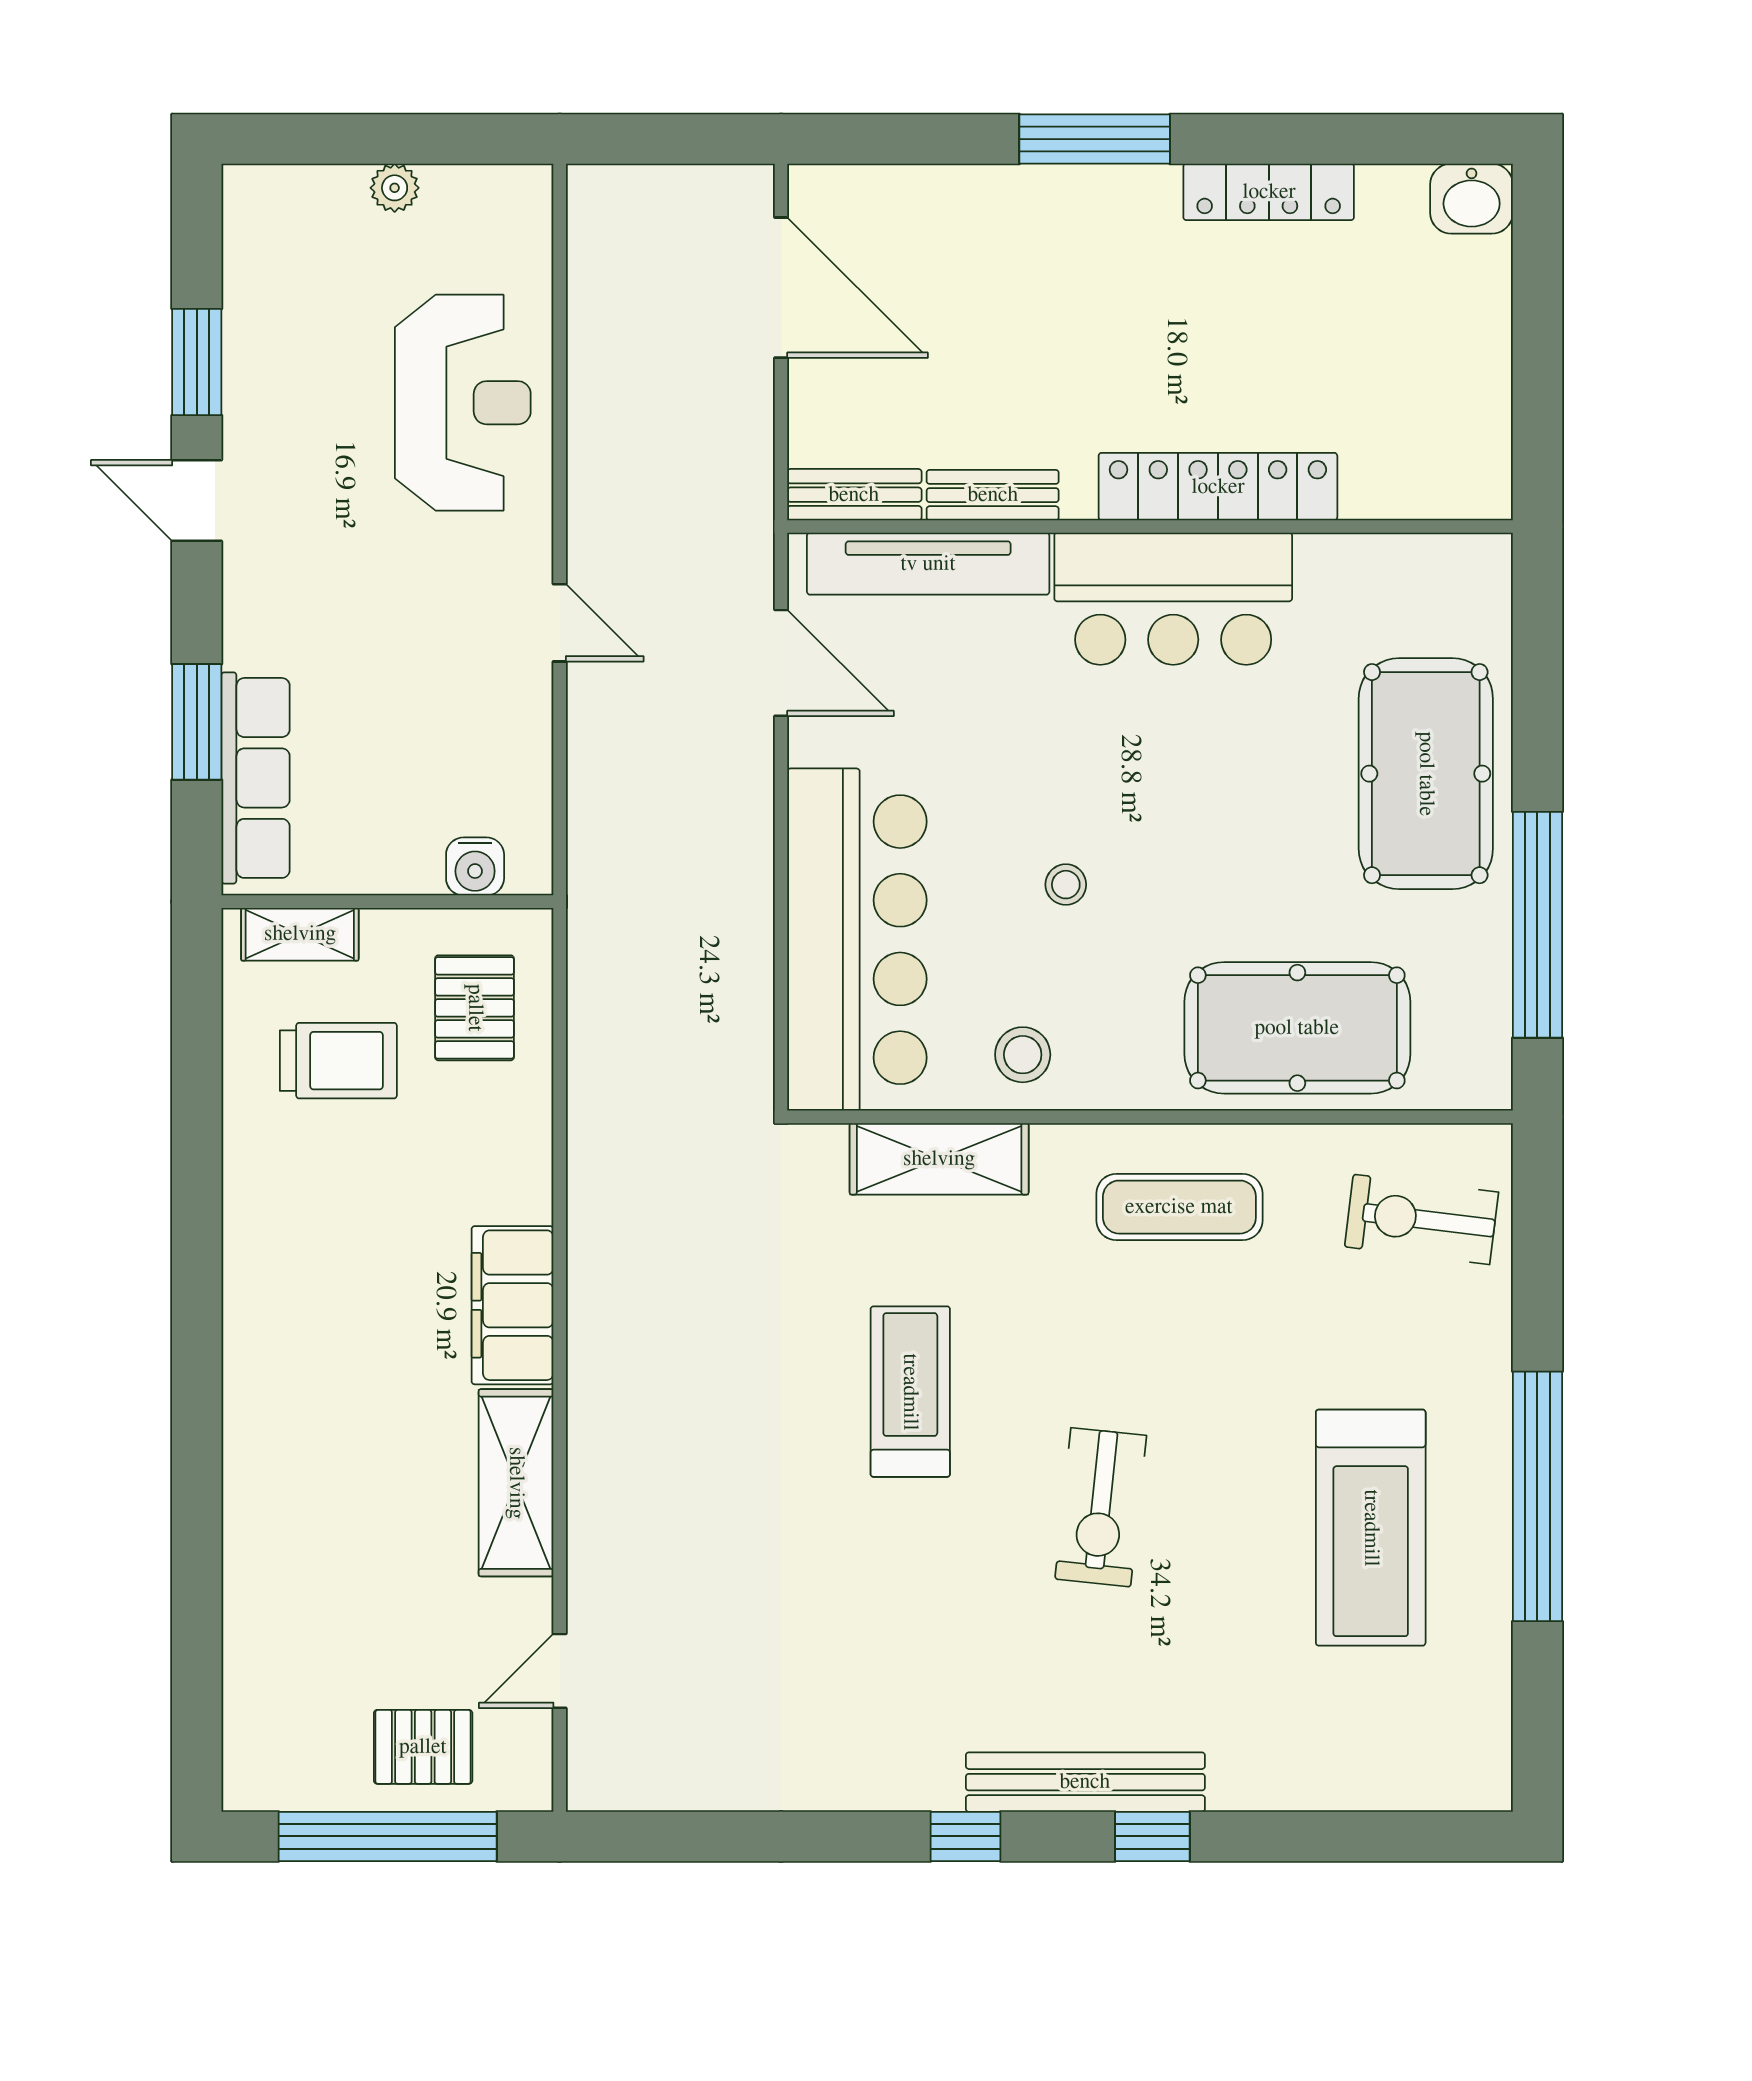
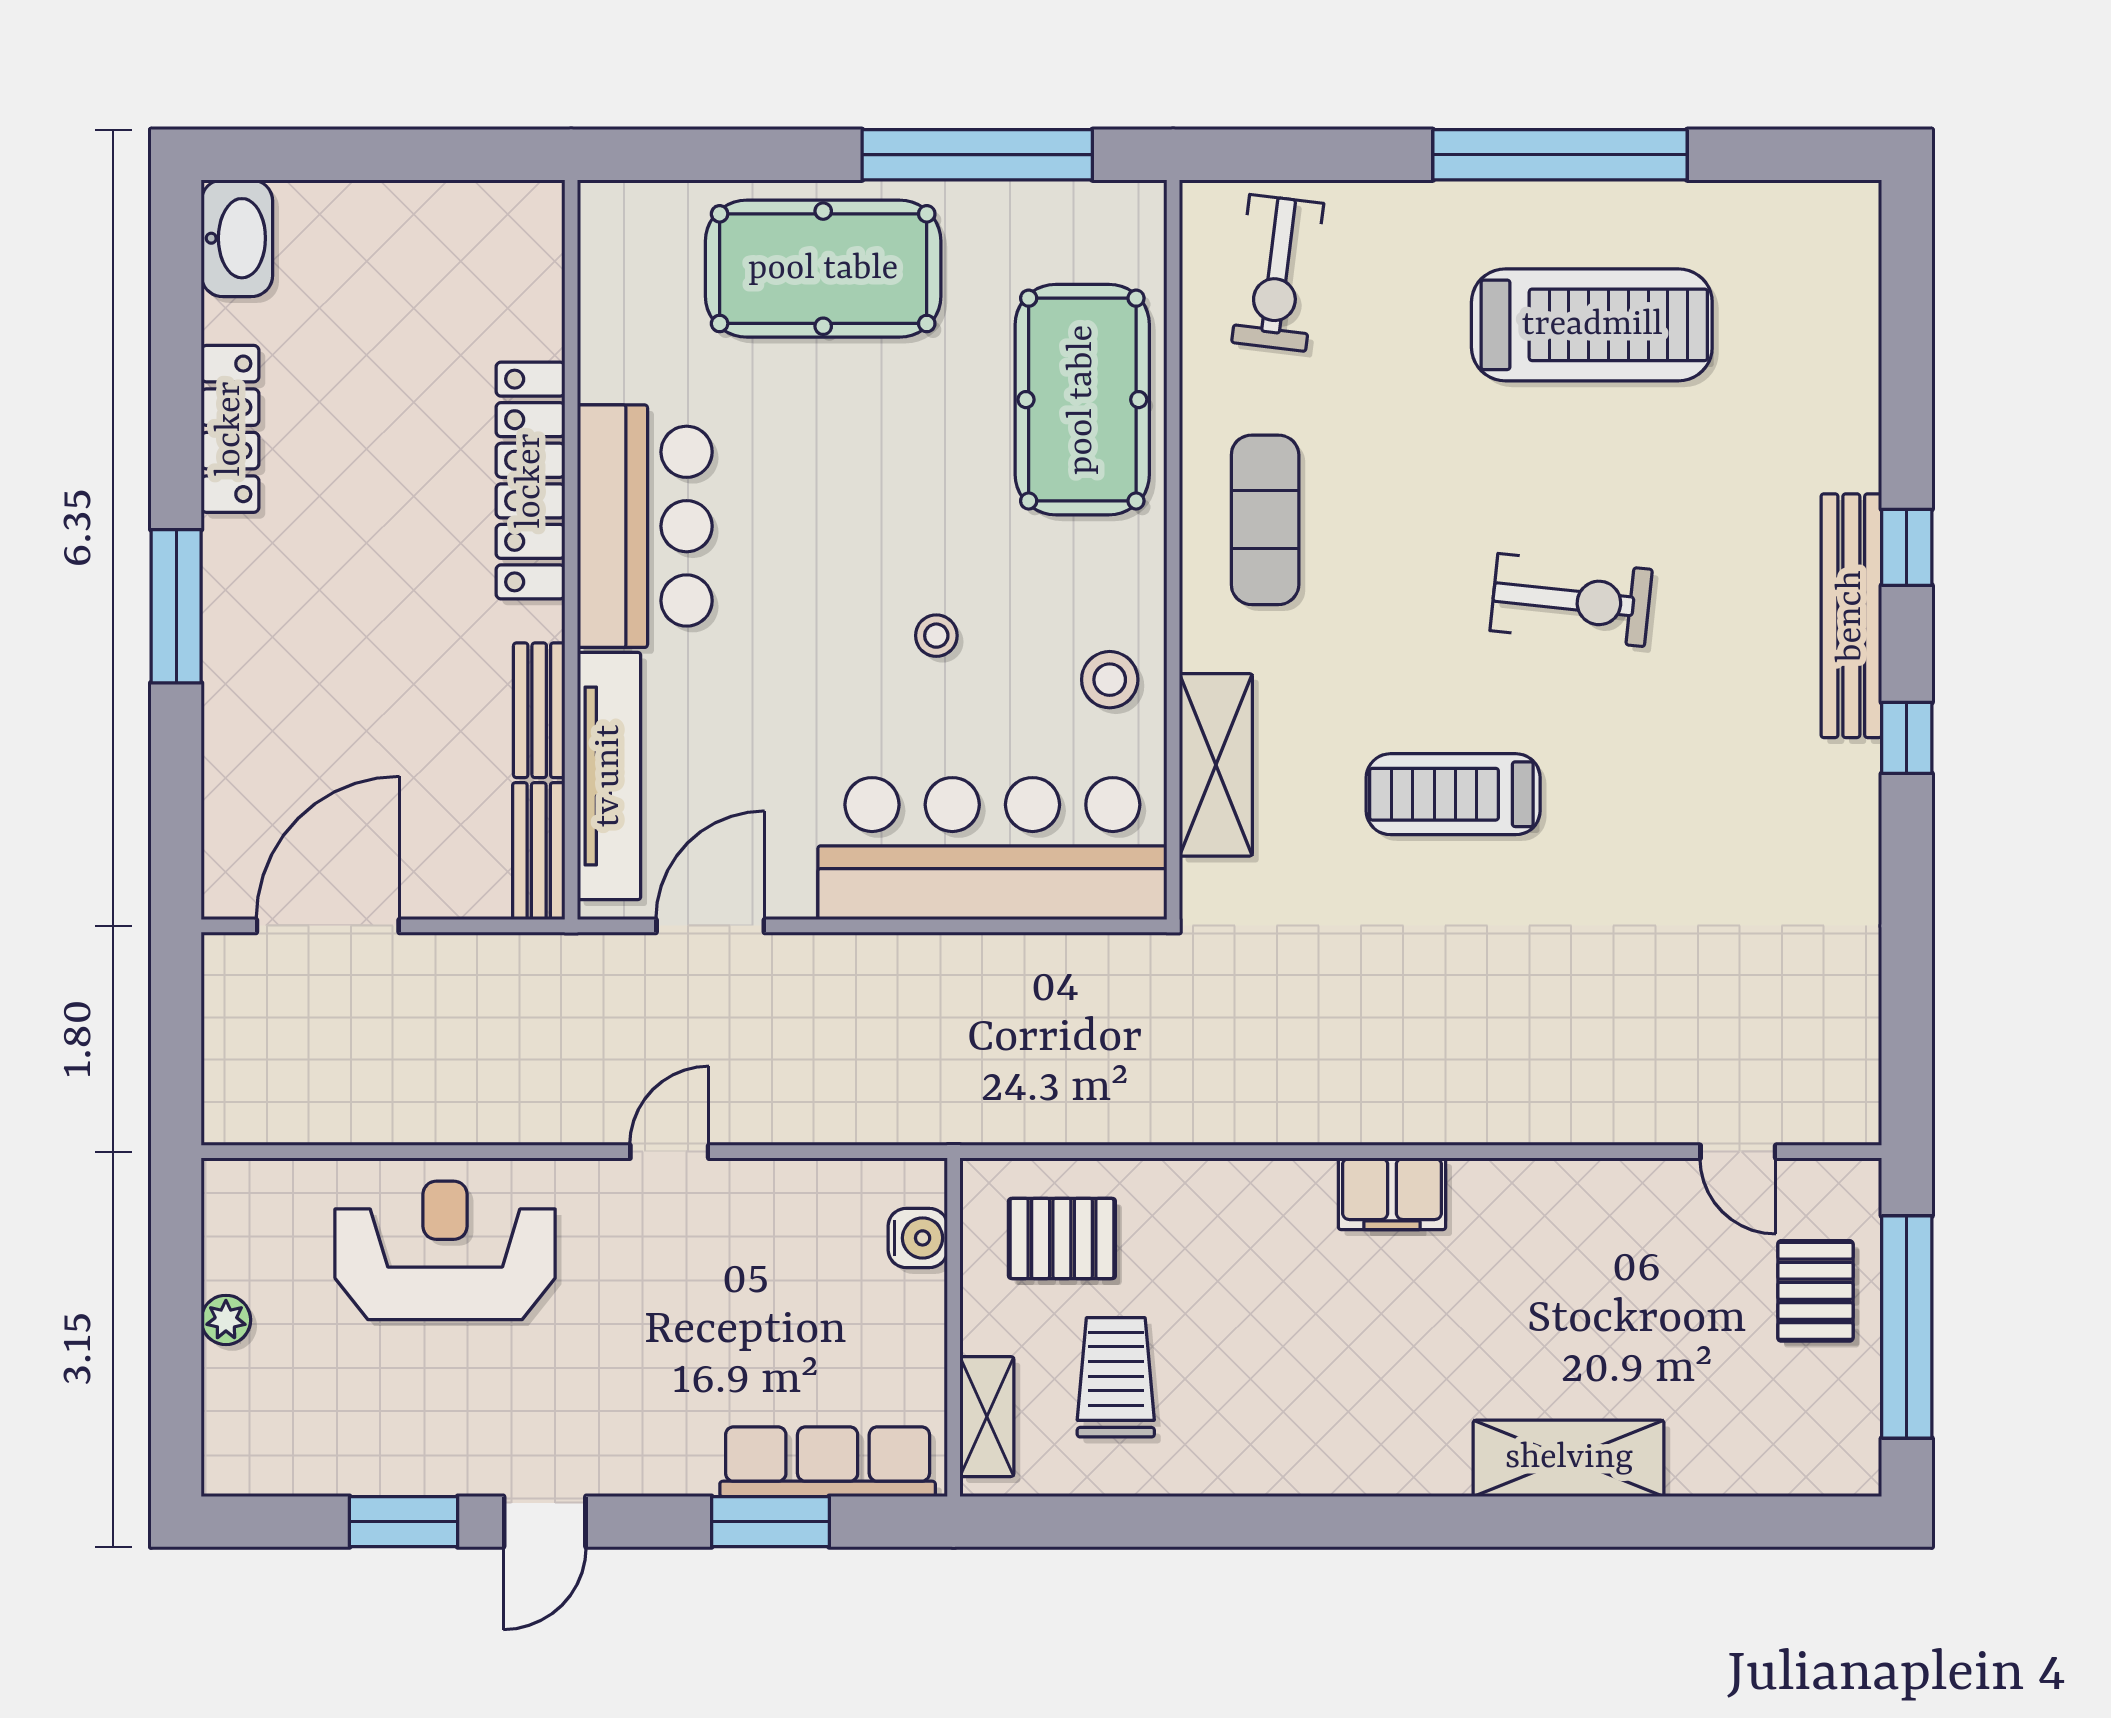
washbasin: (1472, 199) -> (237, 238), width x1.38
filing cabinet: (512, 1305) -> (1392, 1194), width x0.67, depth x0.86
shelving: (516, 1483) -> (1569, 1458), moved

